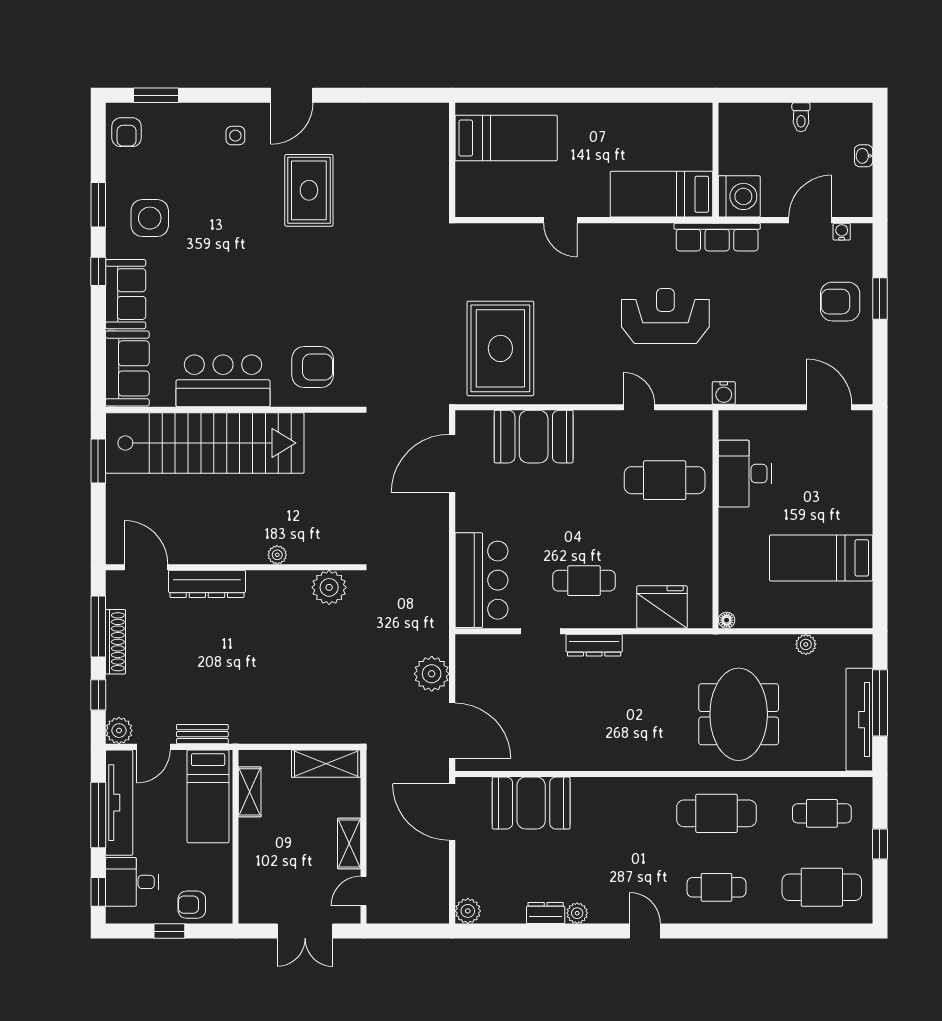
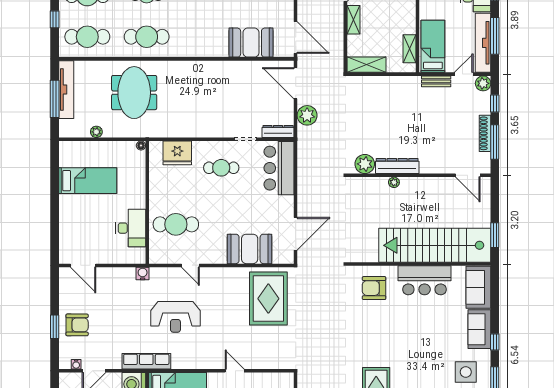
dresser: (207, 584) -> (397, 166), moved
dresser: (594, 645) -> (278, 131), moved
cafe table: (822, 813) -> (87, 37), width x1.37, depth x1.35

